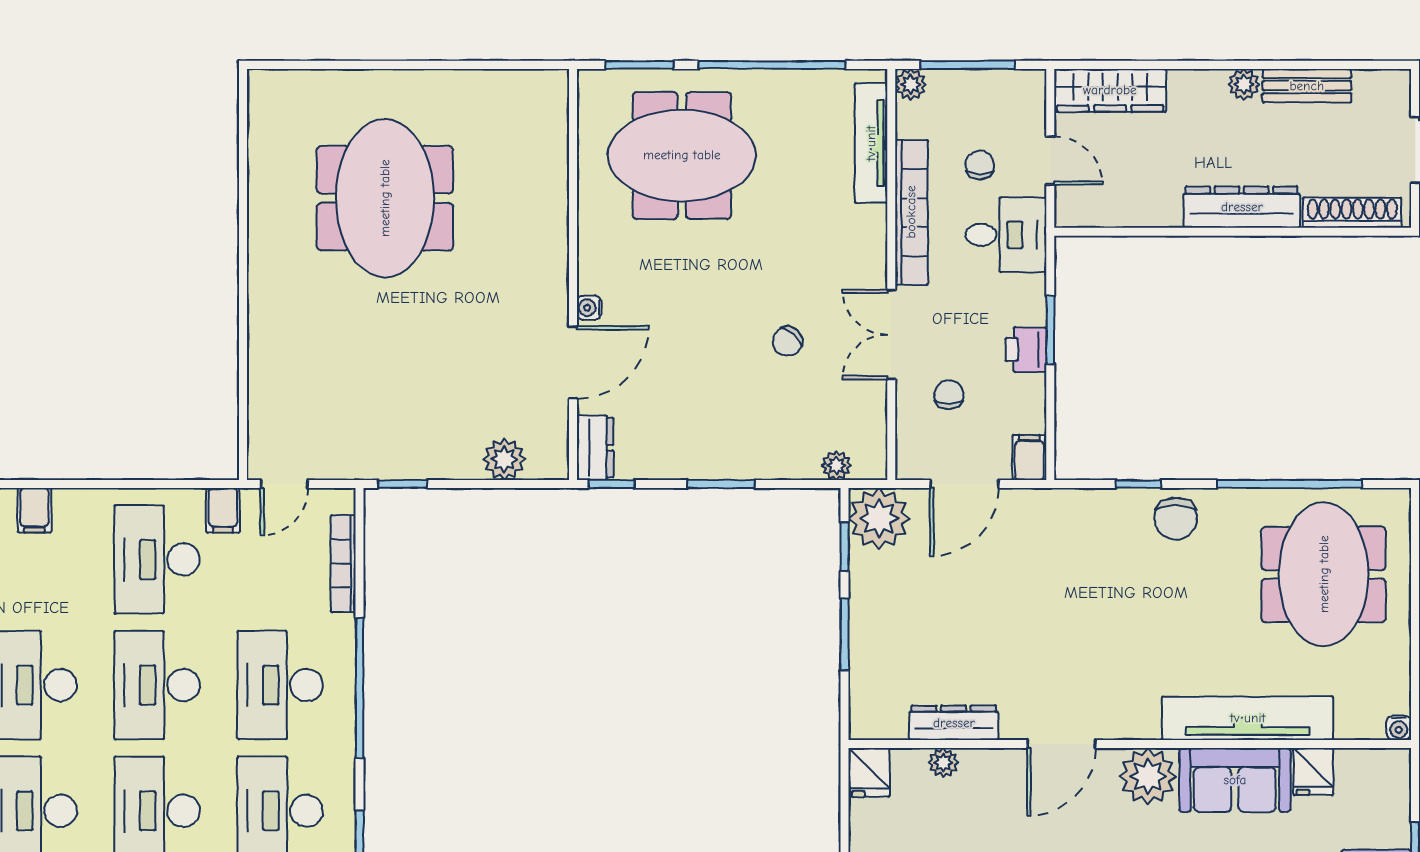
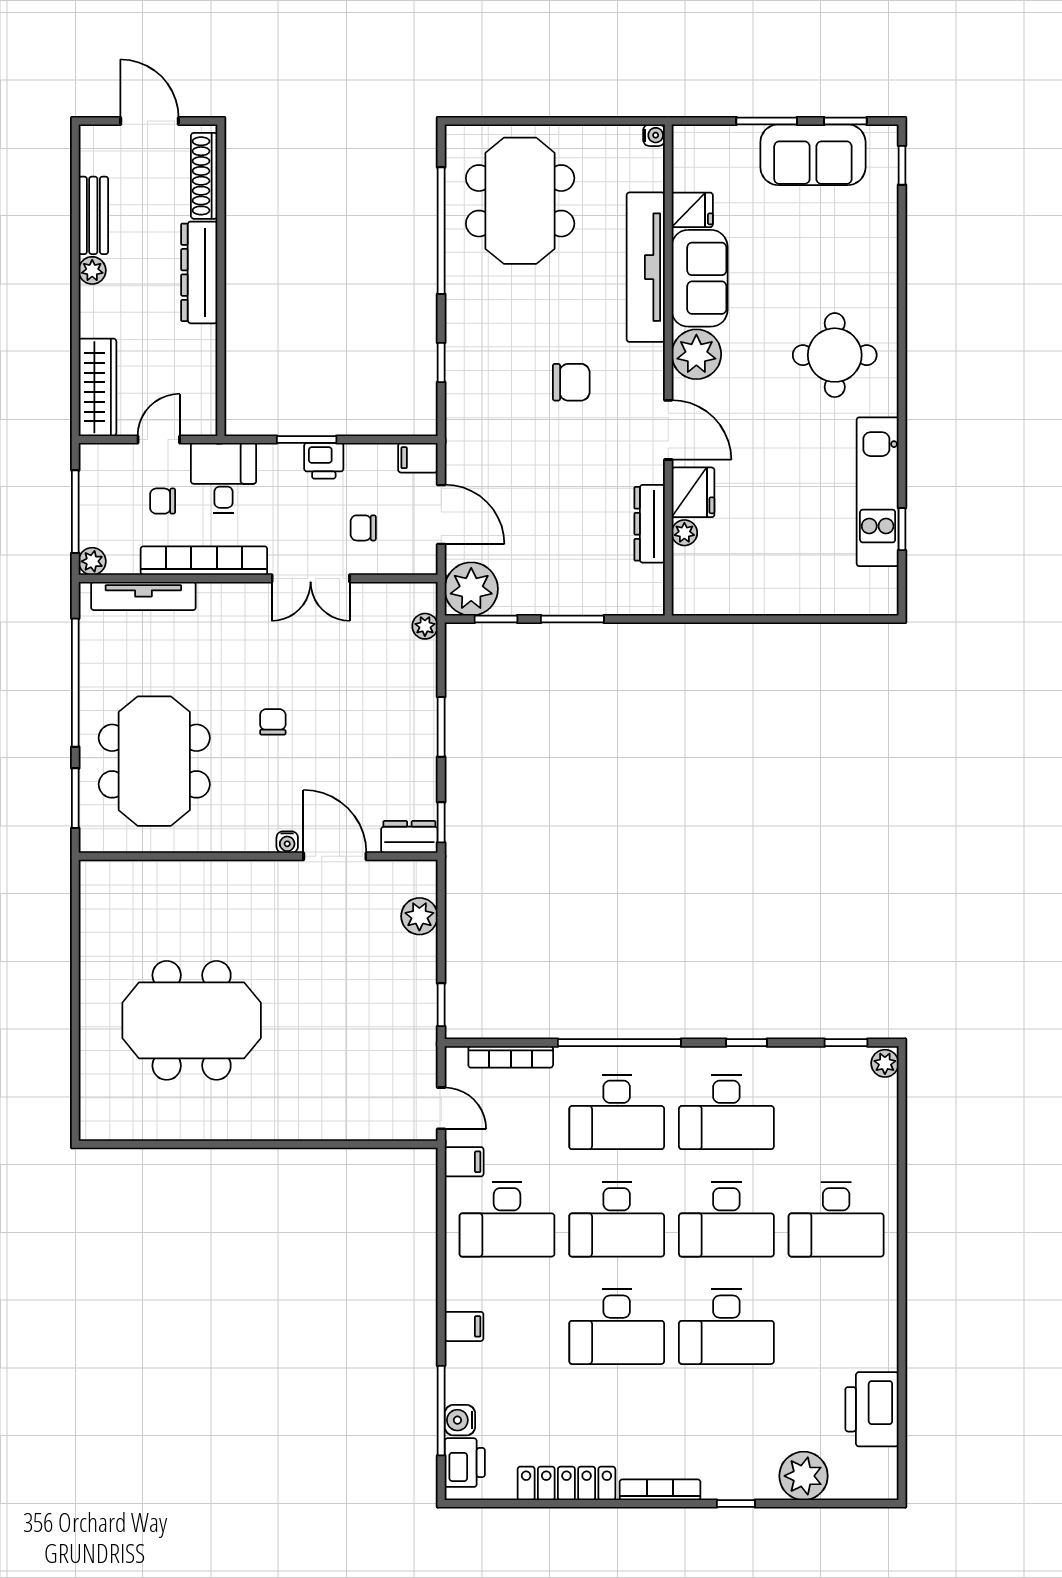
chair: (788, 341) -> (273, 722), moved, turned -131
chair: (1176, 518) -> (571, 382), moved
meeting table: (1324, 574) -> (520, 201), turned 90
fridge: (869, 772) -> (693, 492), moved, width x1.38

